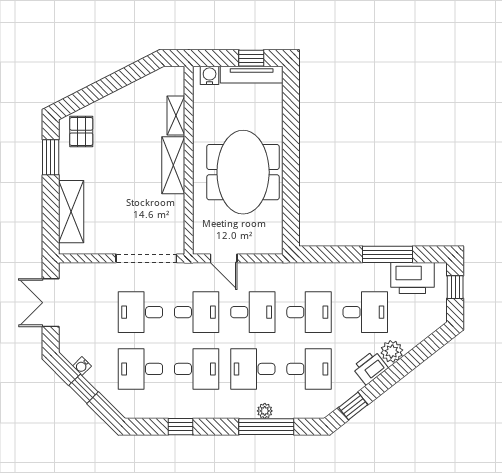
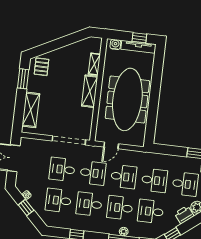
meeting table: (243, 172) -> (127, 99), width x1.36
door: (224, 258) -> (111, 145), hinge flipped
desk: (197, 369) -> (89, 204), turned 180
desk: (309, 369) -> (151, 211), turned 180

